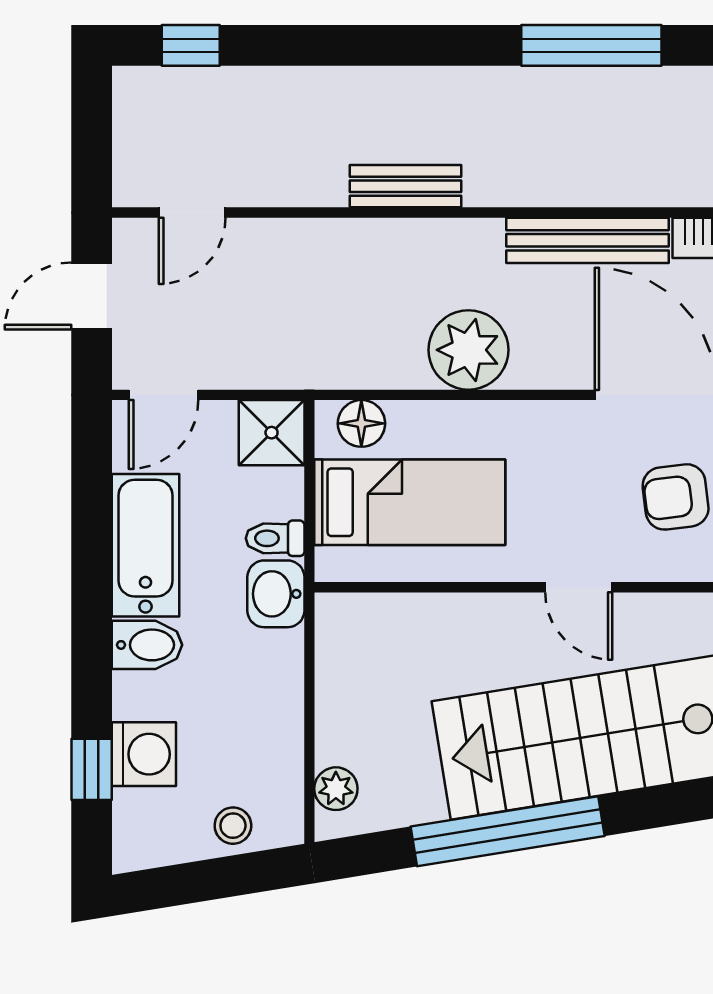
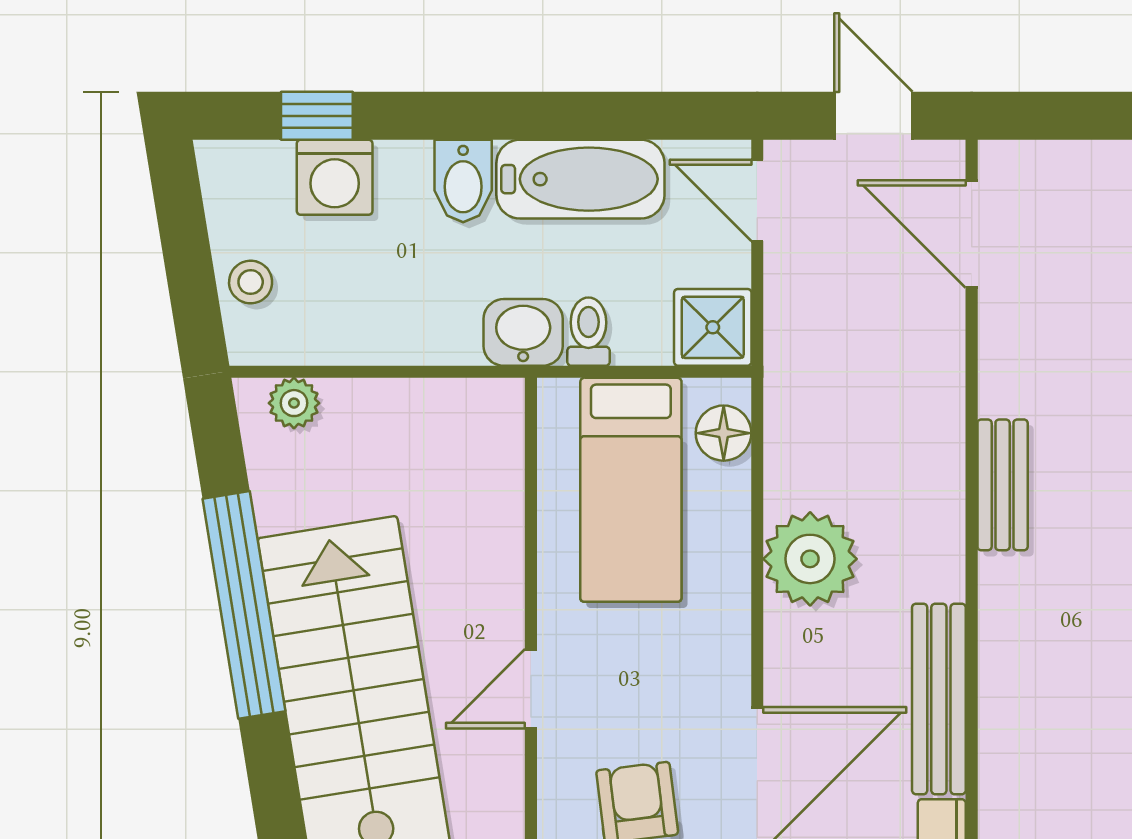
door: (192, 213) -> (972, 234), width x1.38

